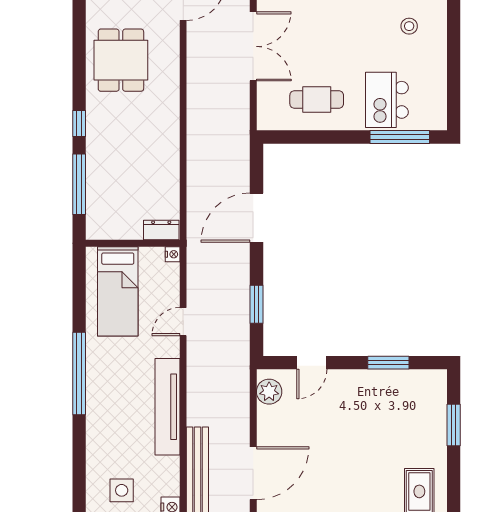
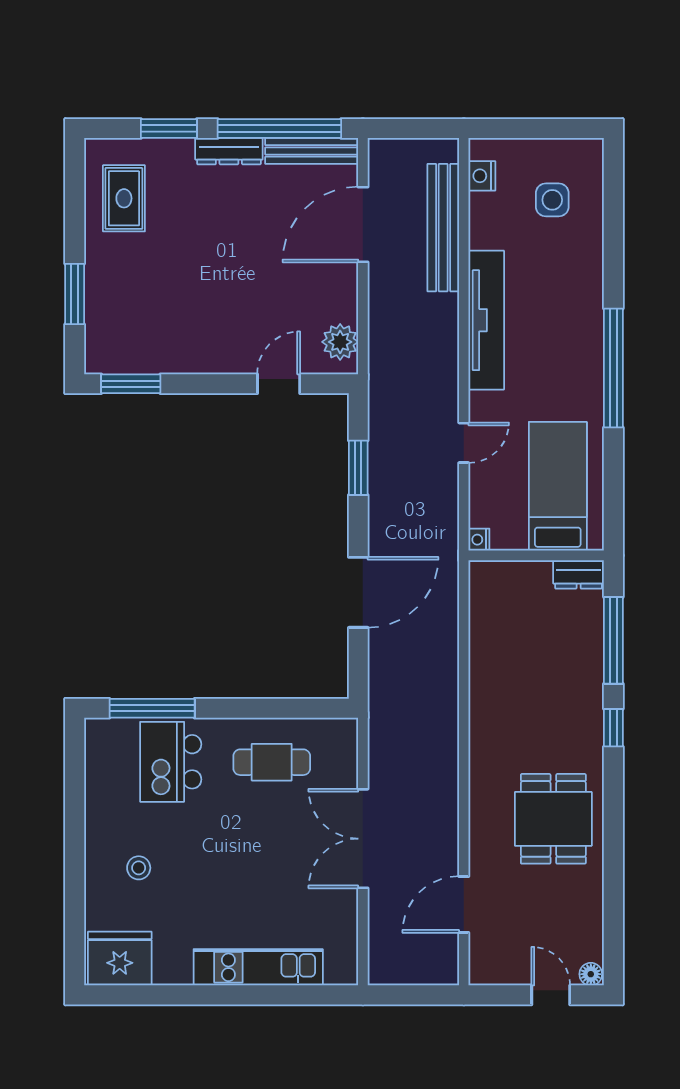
kitchen island: (387, 100) -> (171, 762), turned 180
dresser: (161, 230) -> (579, 574), moved
window: (388, 363) -> (131, 384), moved

